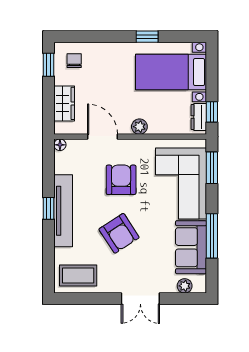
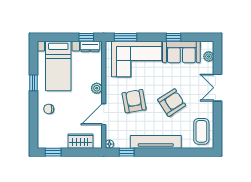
chair: (74, 61) -> (49, 109), moved
armchair: (121, 180) -> (134, 101), turned 80
window: (48, 208) -> (127, 152), moved
window: (212, 236) -> (173, 37), width x0.46
double door: (140, 299) -> (218, 88), swing flipped

